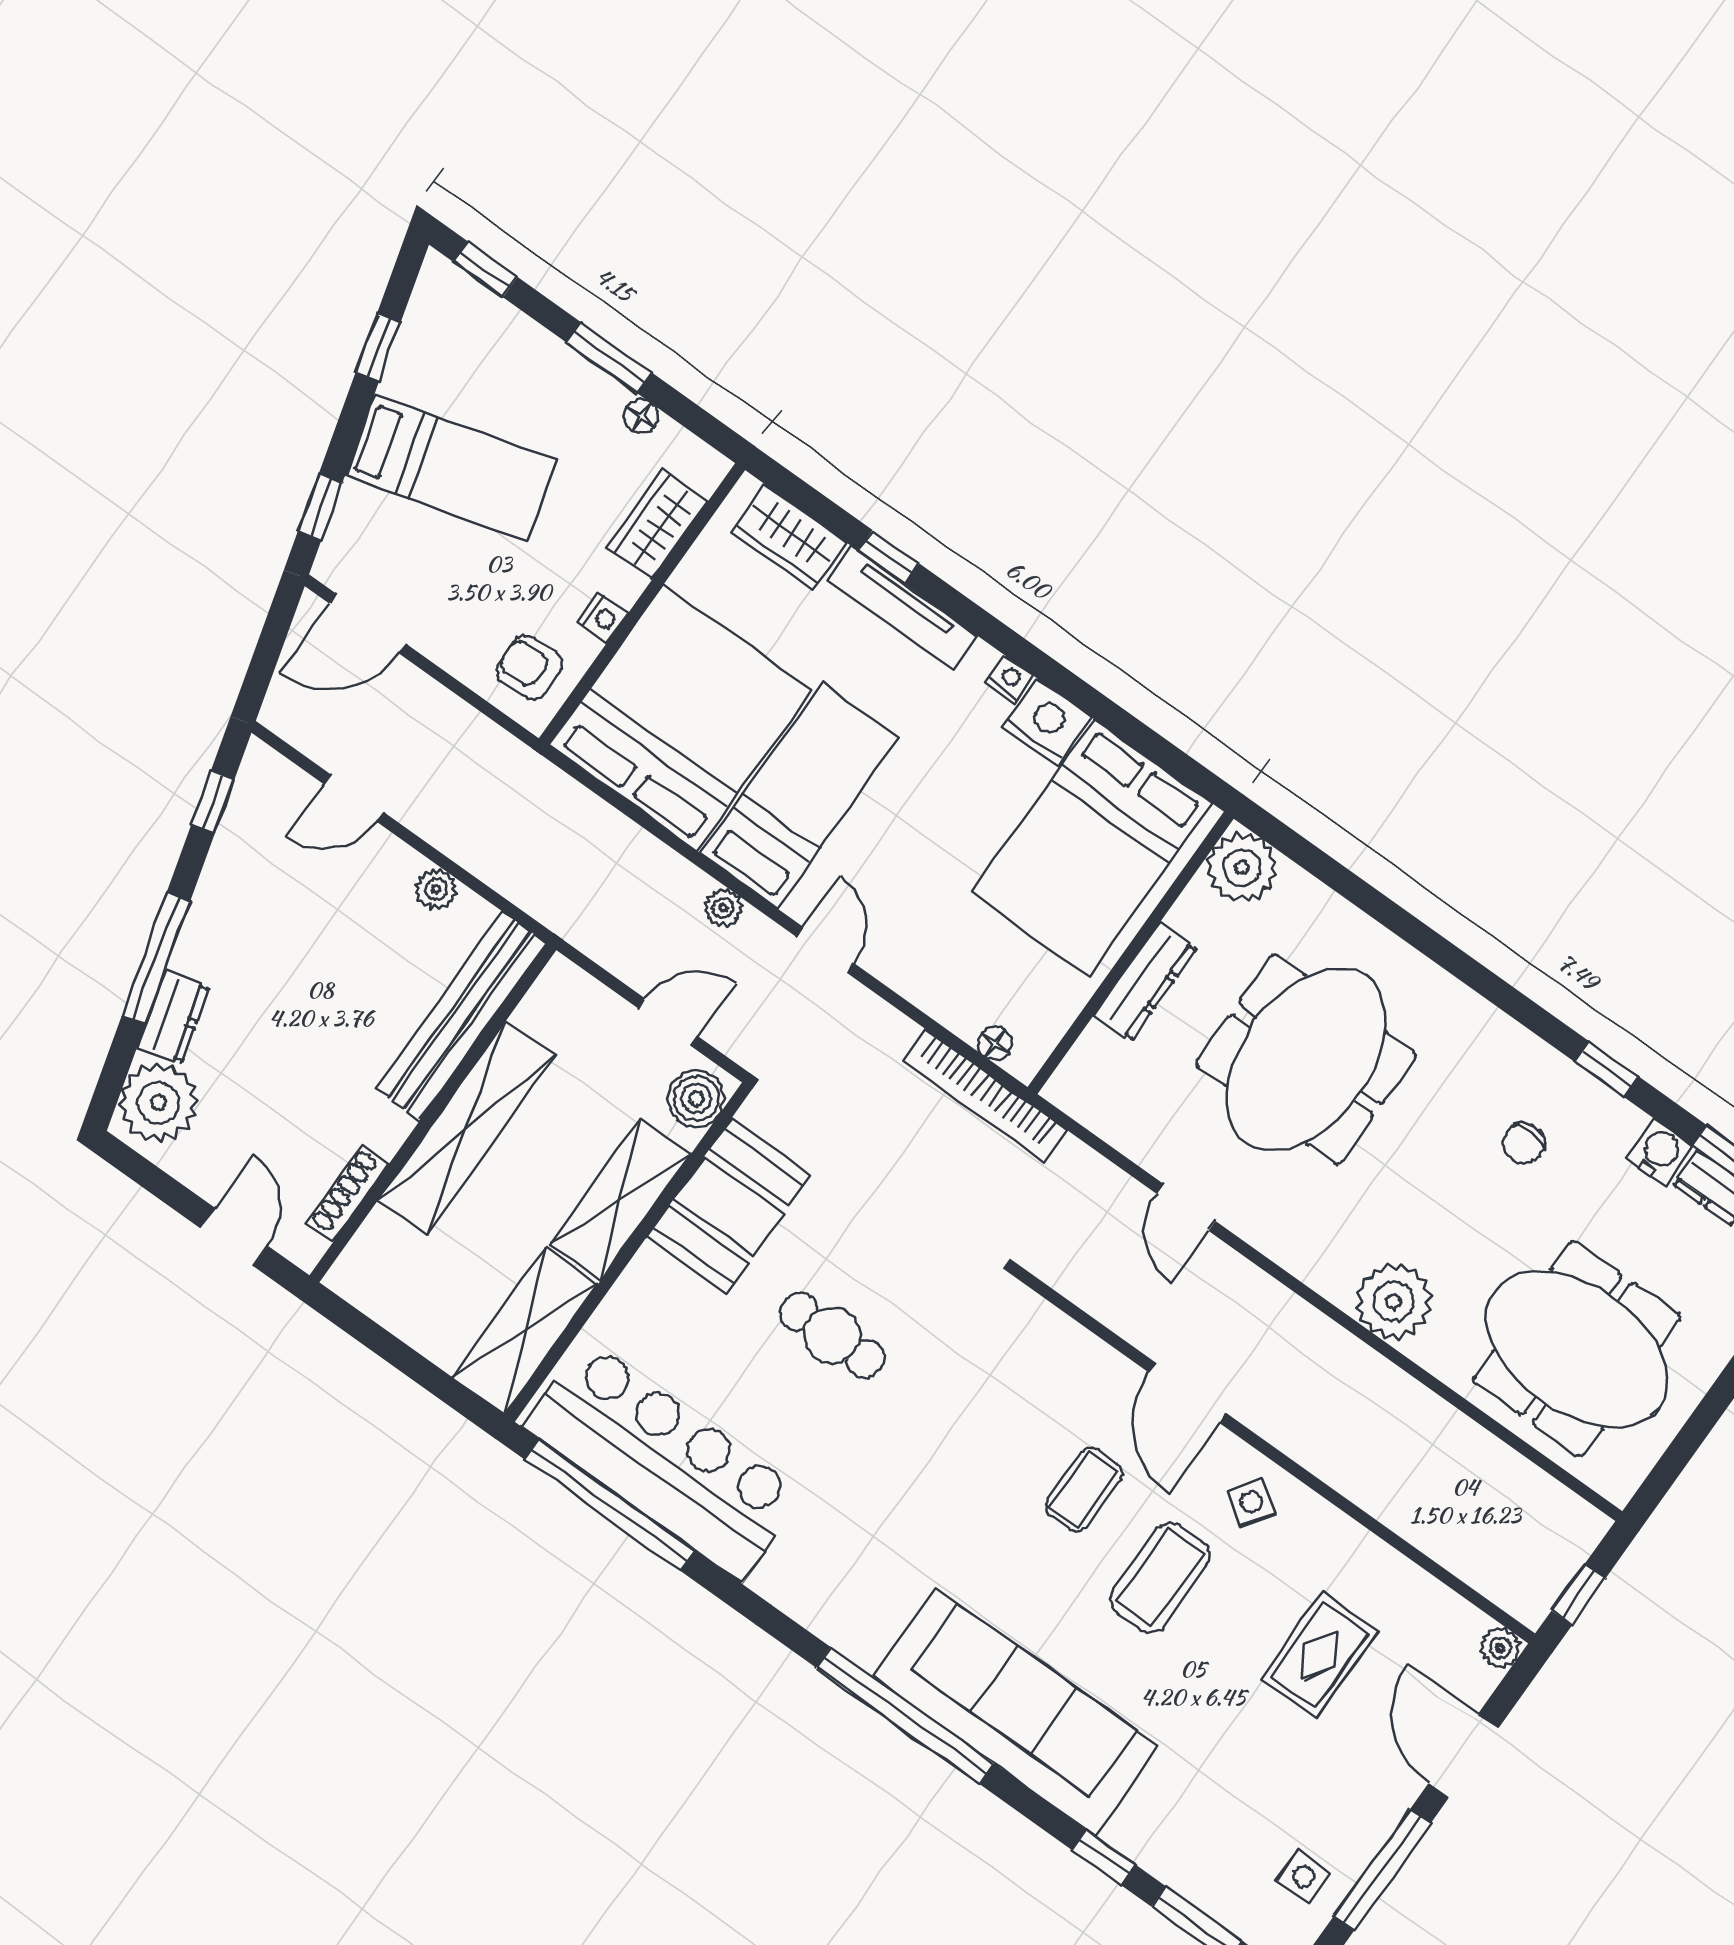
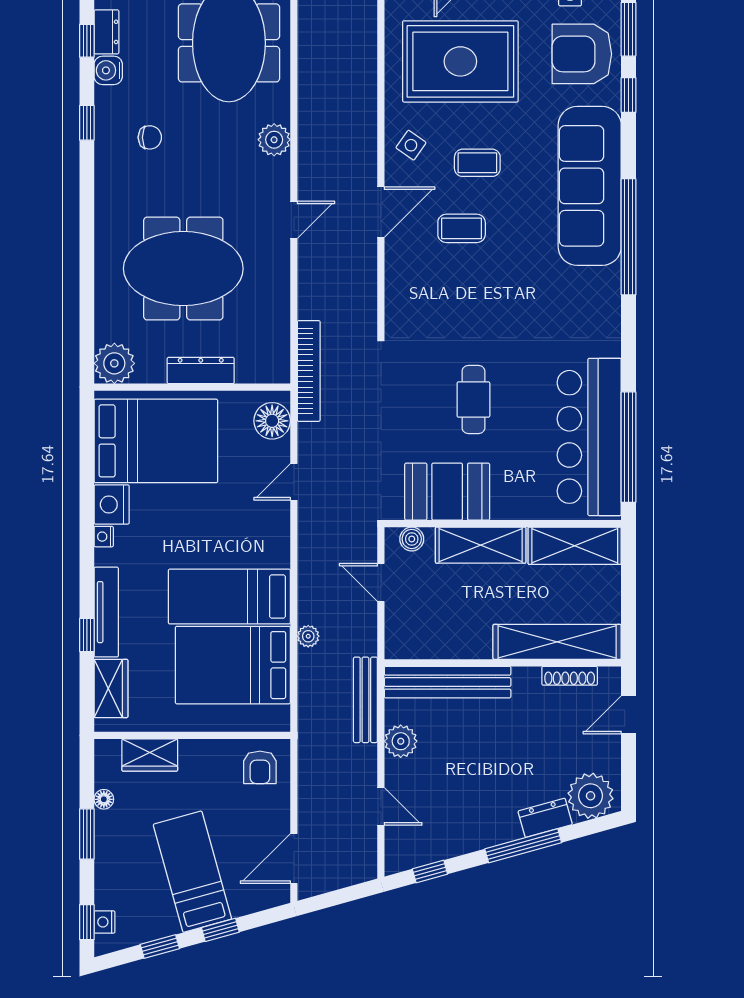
window: (320, 507) -> (220, 930), moved
nightstand: (603, 617) -> (105, 922), moved, turned -90
door: (367, 624) -> (294, 859), swing flipped
bed: (680, 718) -> (233, 665), width x0.73
bench: (519, 883) -> (365, 700), added
plant: (436, 889) -> (401, 741), width x1.38, depth x1.38
plant: (723, 908) -> (308, 636), moved
door: (825, 950) -> (294, 482), moved
floor lamp: (995, 1043) -> (272, 421), width x1.89, depth x1.89
bookcase: (985, 1095) -> (309, 371), moved
boiler: (696, 1098) -> (412, 539), width x0.73, depth x0.73
shelving: (467, 1128) -> (557, 642), moved
door: (1186, 1207) -> (294, 220), moved
plant: (1394, 1301) -> (274, 140), width x0.73, depth x0.73
coffee table: (1160, 1577) -> (477, 163), width x0.73, depth x0.77
rug: (1319, 1655) -> (460, 61), width x1.86, depth x2.06
armchair: (1208, 1833) -> (582, 54), added

